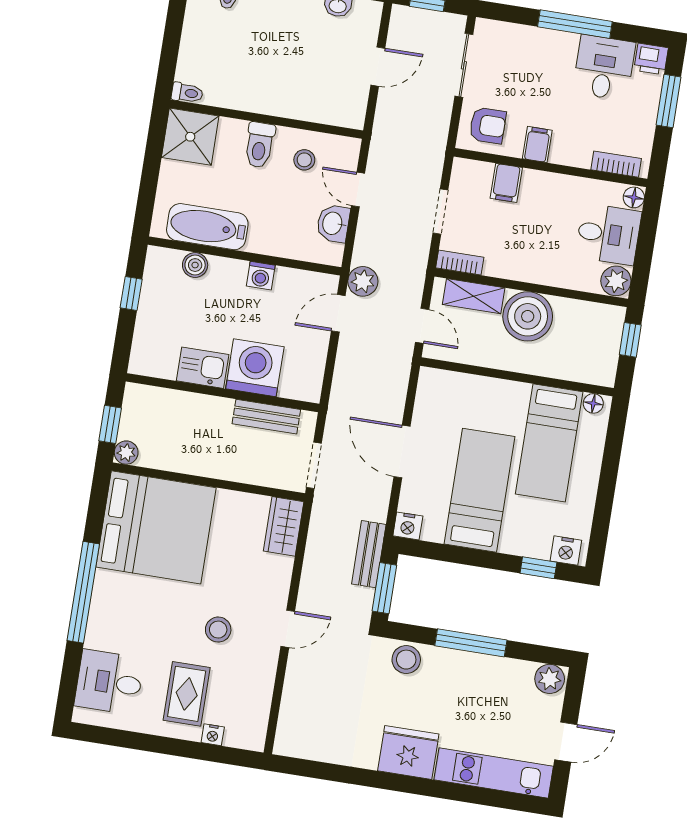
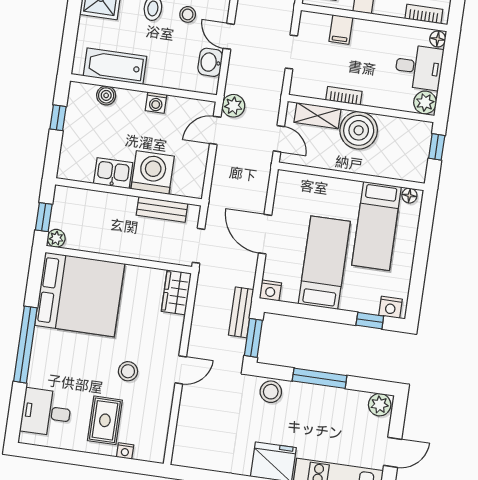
bookcase: (460, 263) -> (344, 96), moved

